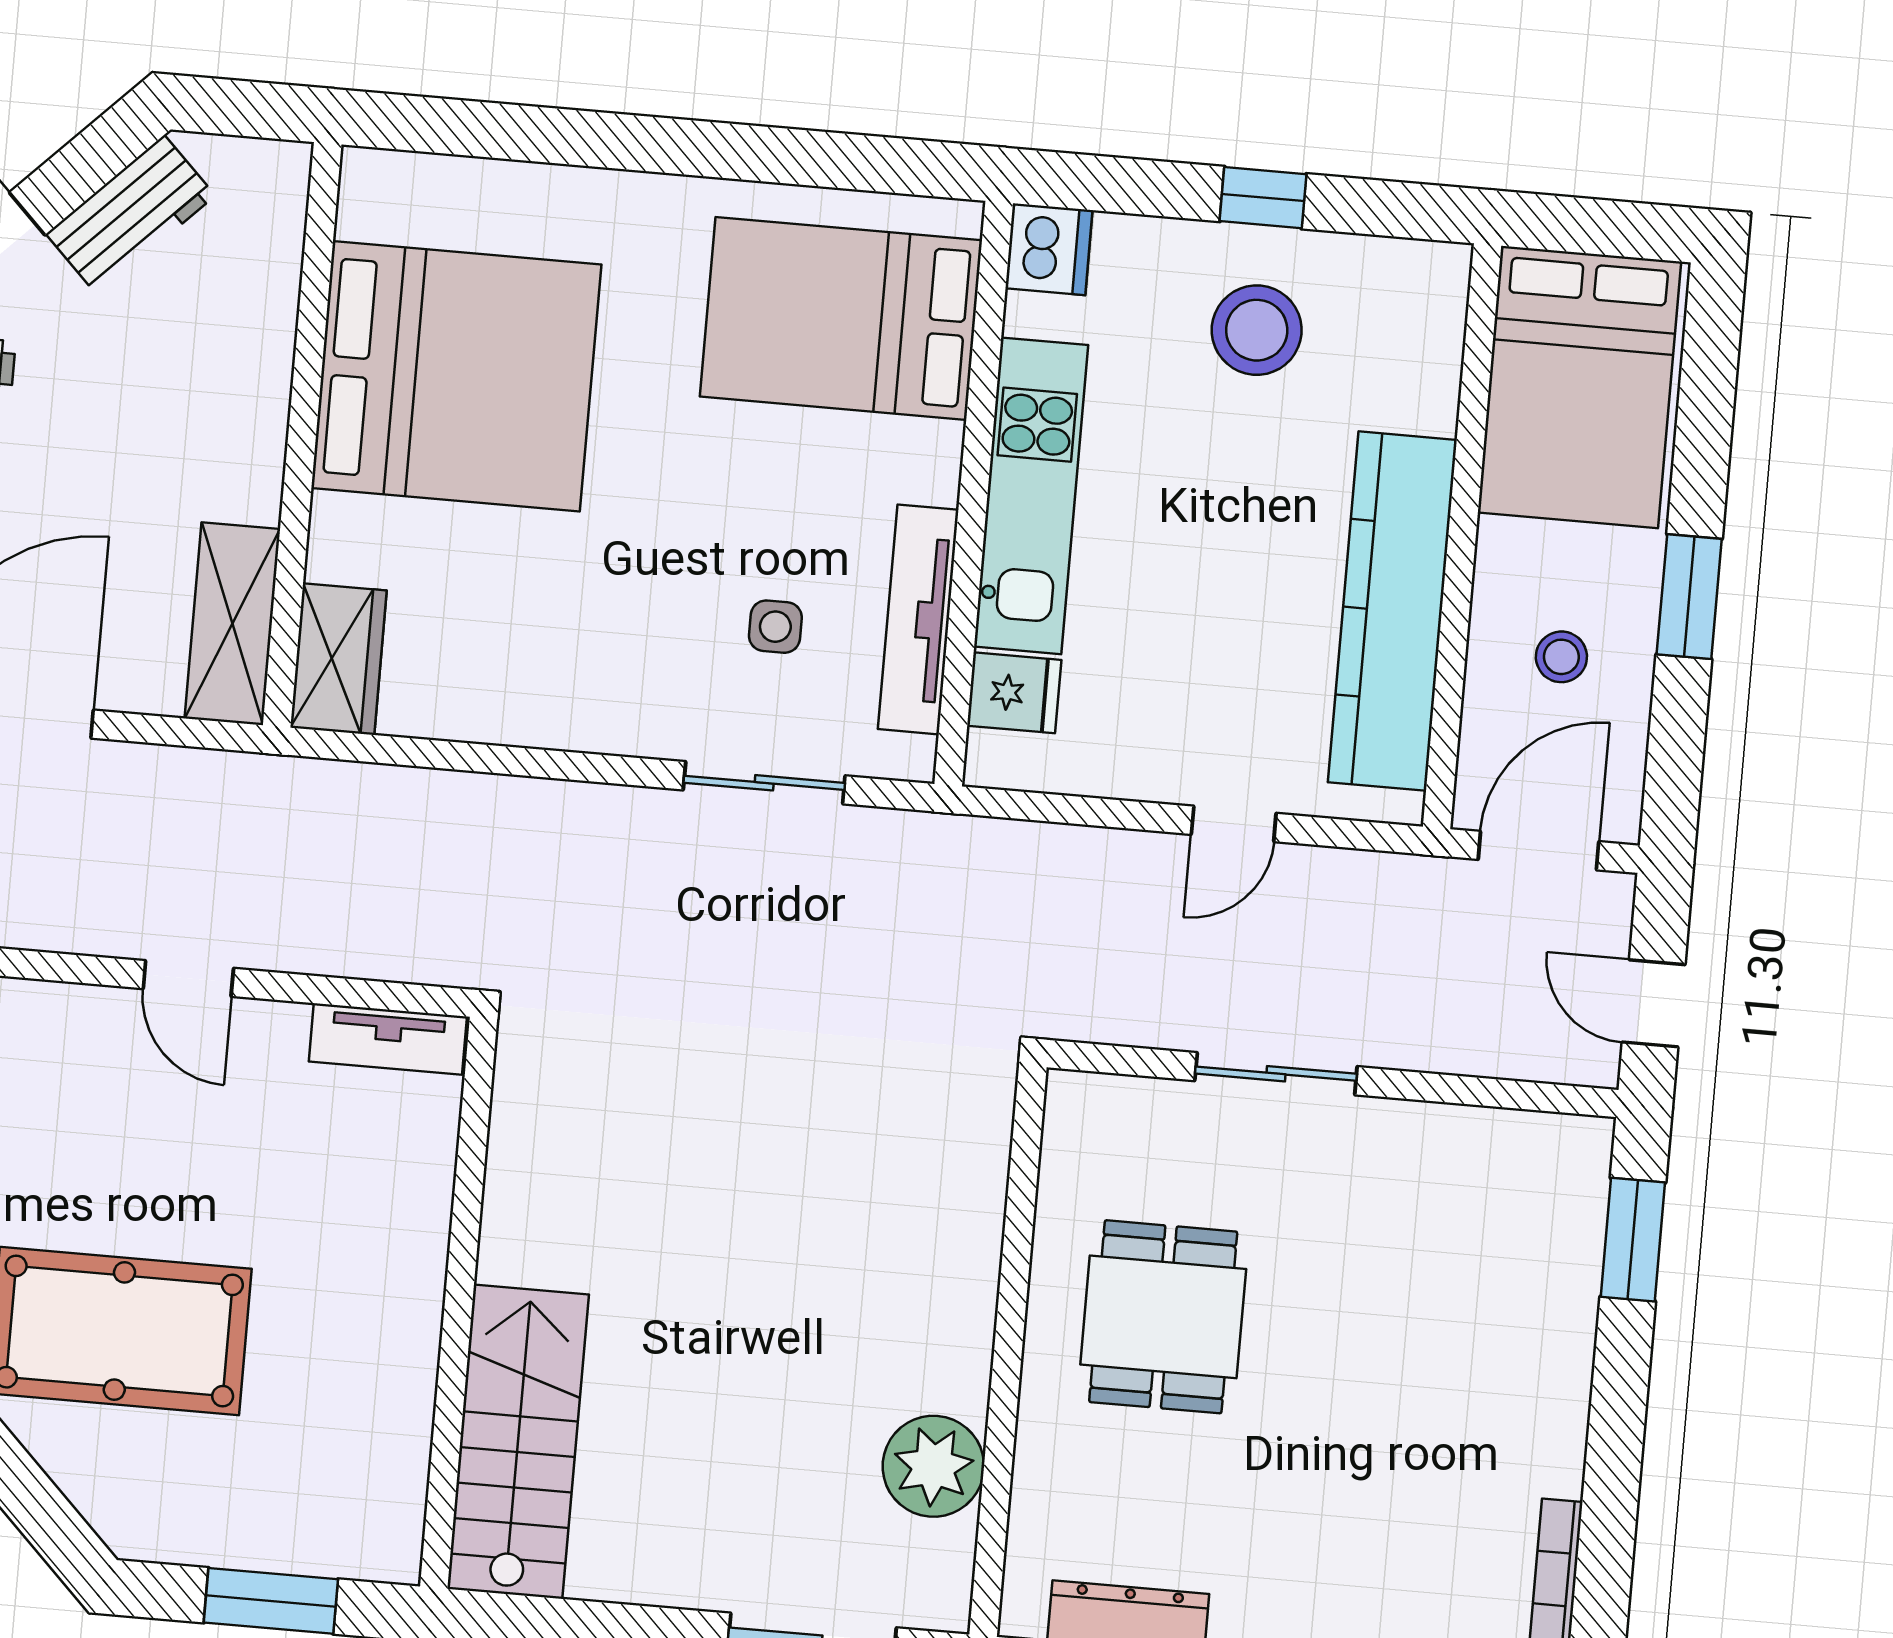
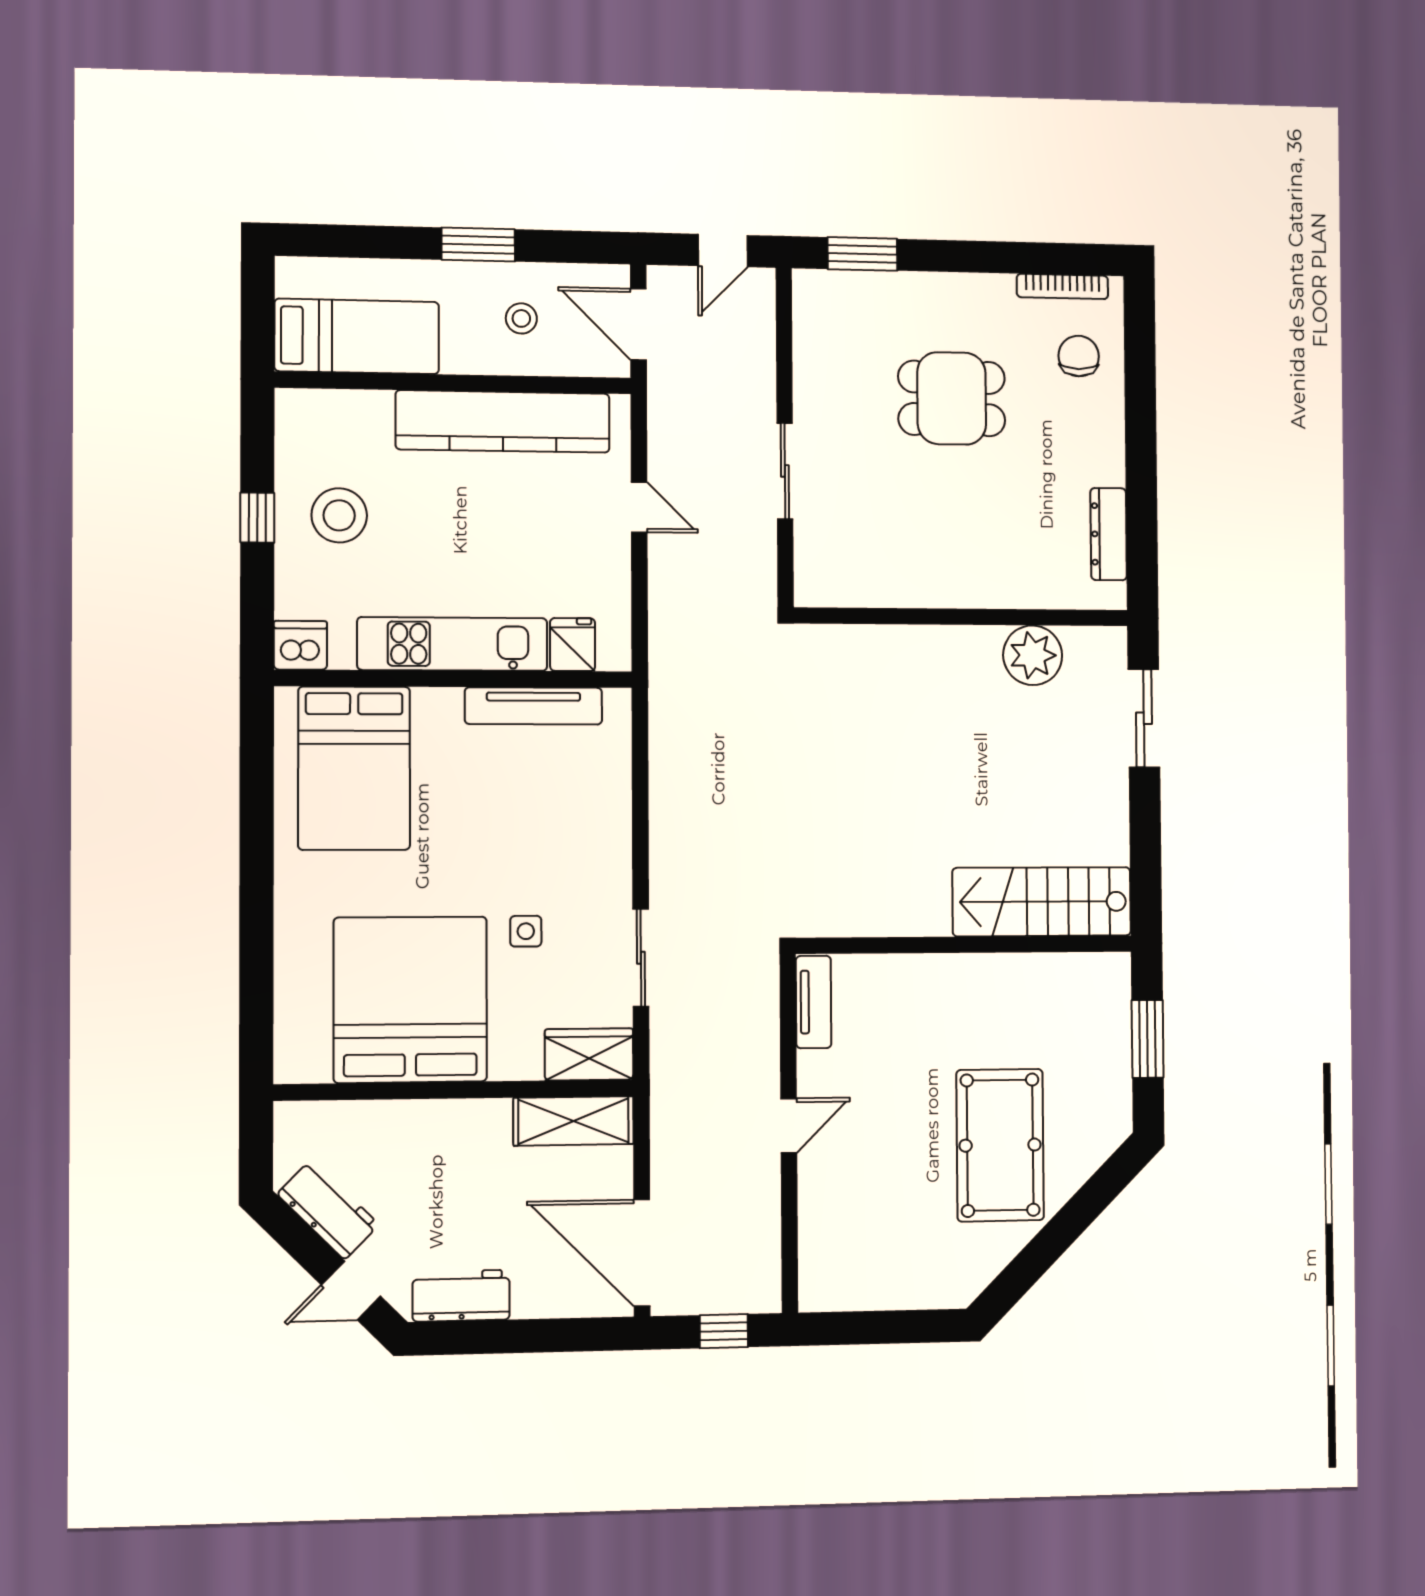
bed: (1579, 387) -> (357, 336), width x0.67
side table: (775, 627) -> (526, 931), moved
sliding door: (764, 783) -> (641, 958), moved
dining table: (1163, 1317) -> (952, 398), moved
chair: (1435, 1596) -> (1079, 356), added

